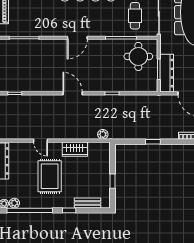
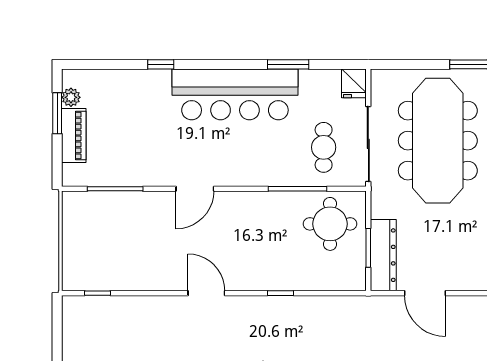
door: (77, 38) -> (195, 189), moved

